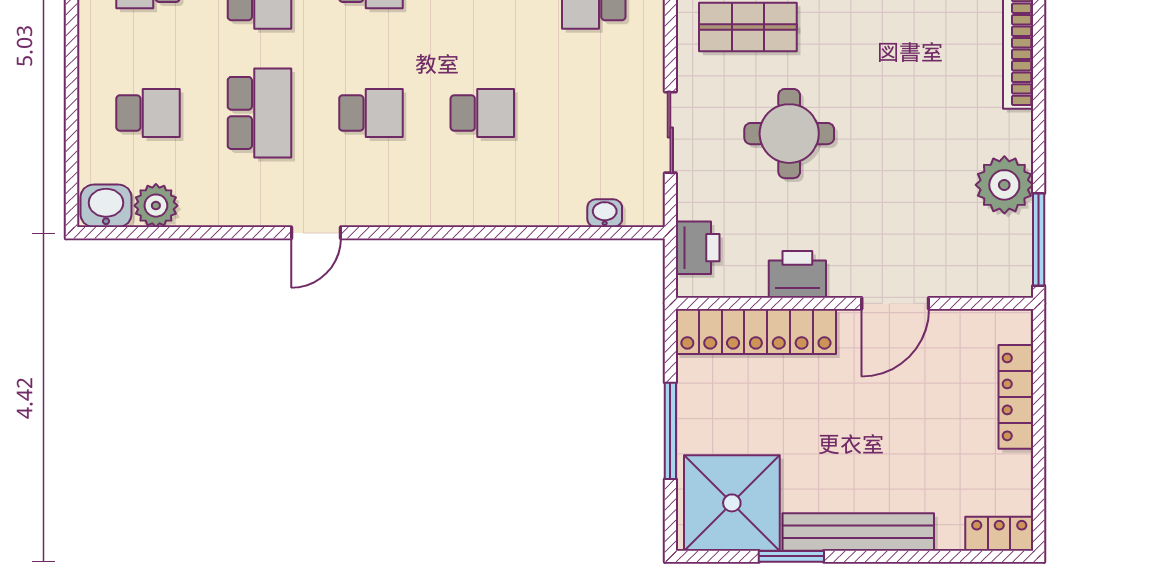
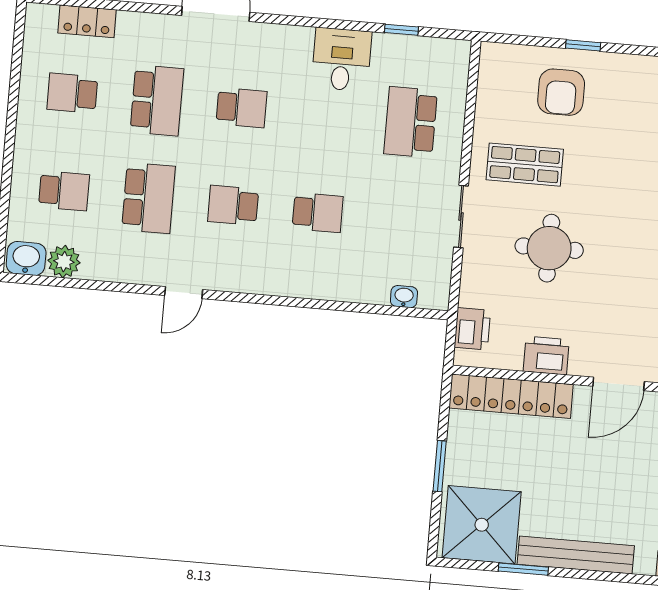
school desk: (371, 113) -> (233, 205), turned 180
sliding door: (670, 132) -> (461, 217), moved
window: (670, 431) -> (440, 466), width x0.69

